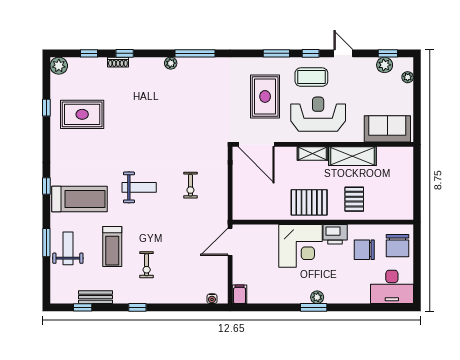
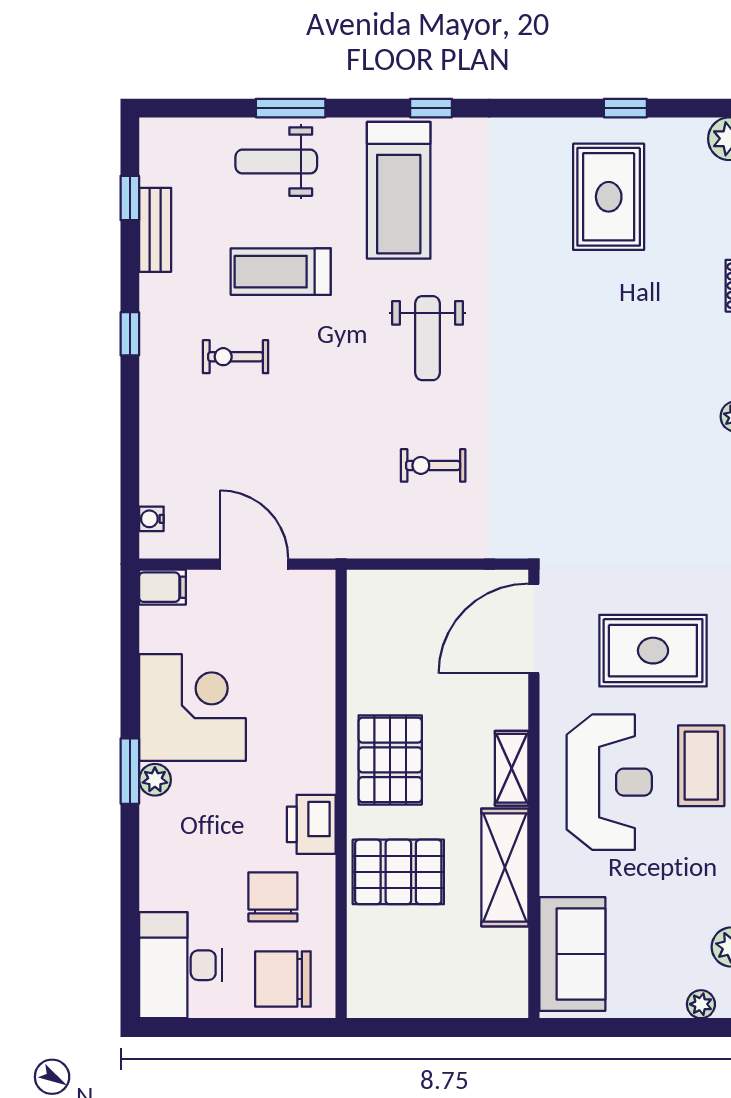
pallet: (354, 199) -> (398, 872), width x1.50, depth x1.42
door: (230, 242) -> (254, 564), moved
corner desk: (301, 246) -> (192, 708), moved, turned 180
weight bench: (68, 248) -> (276, 162), turned 180

